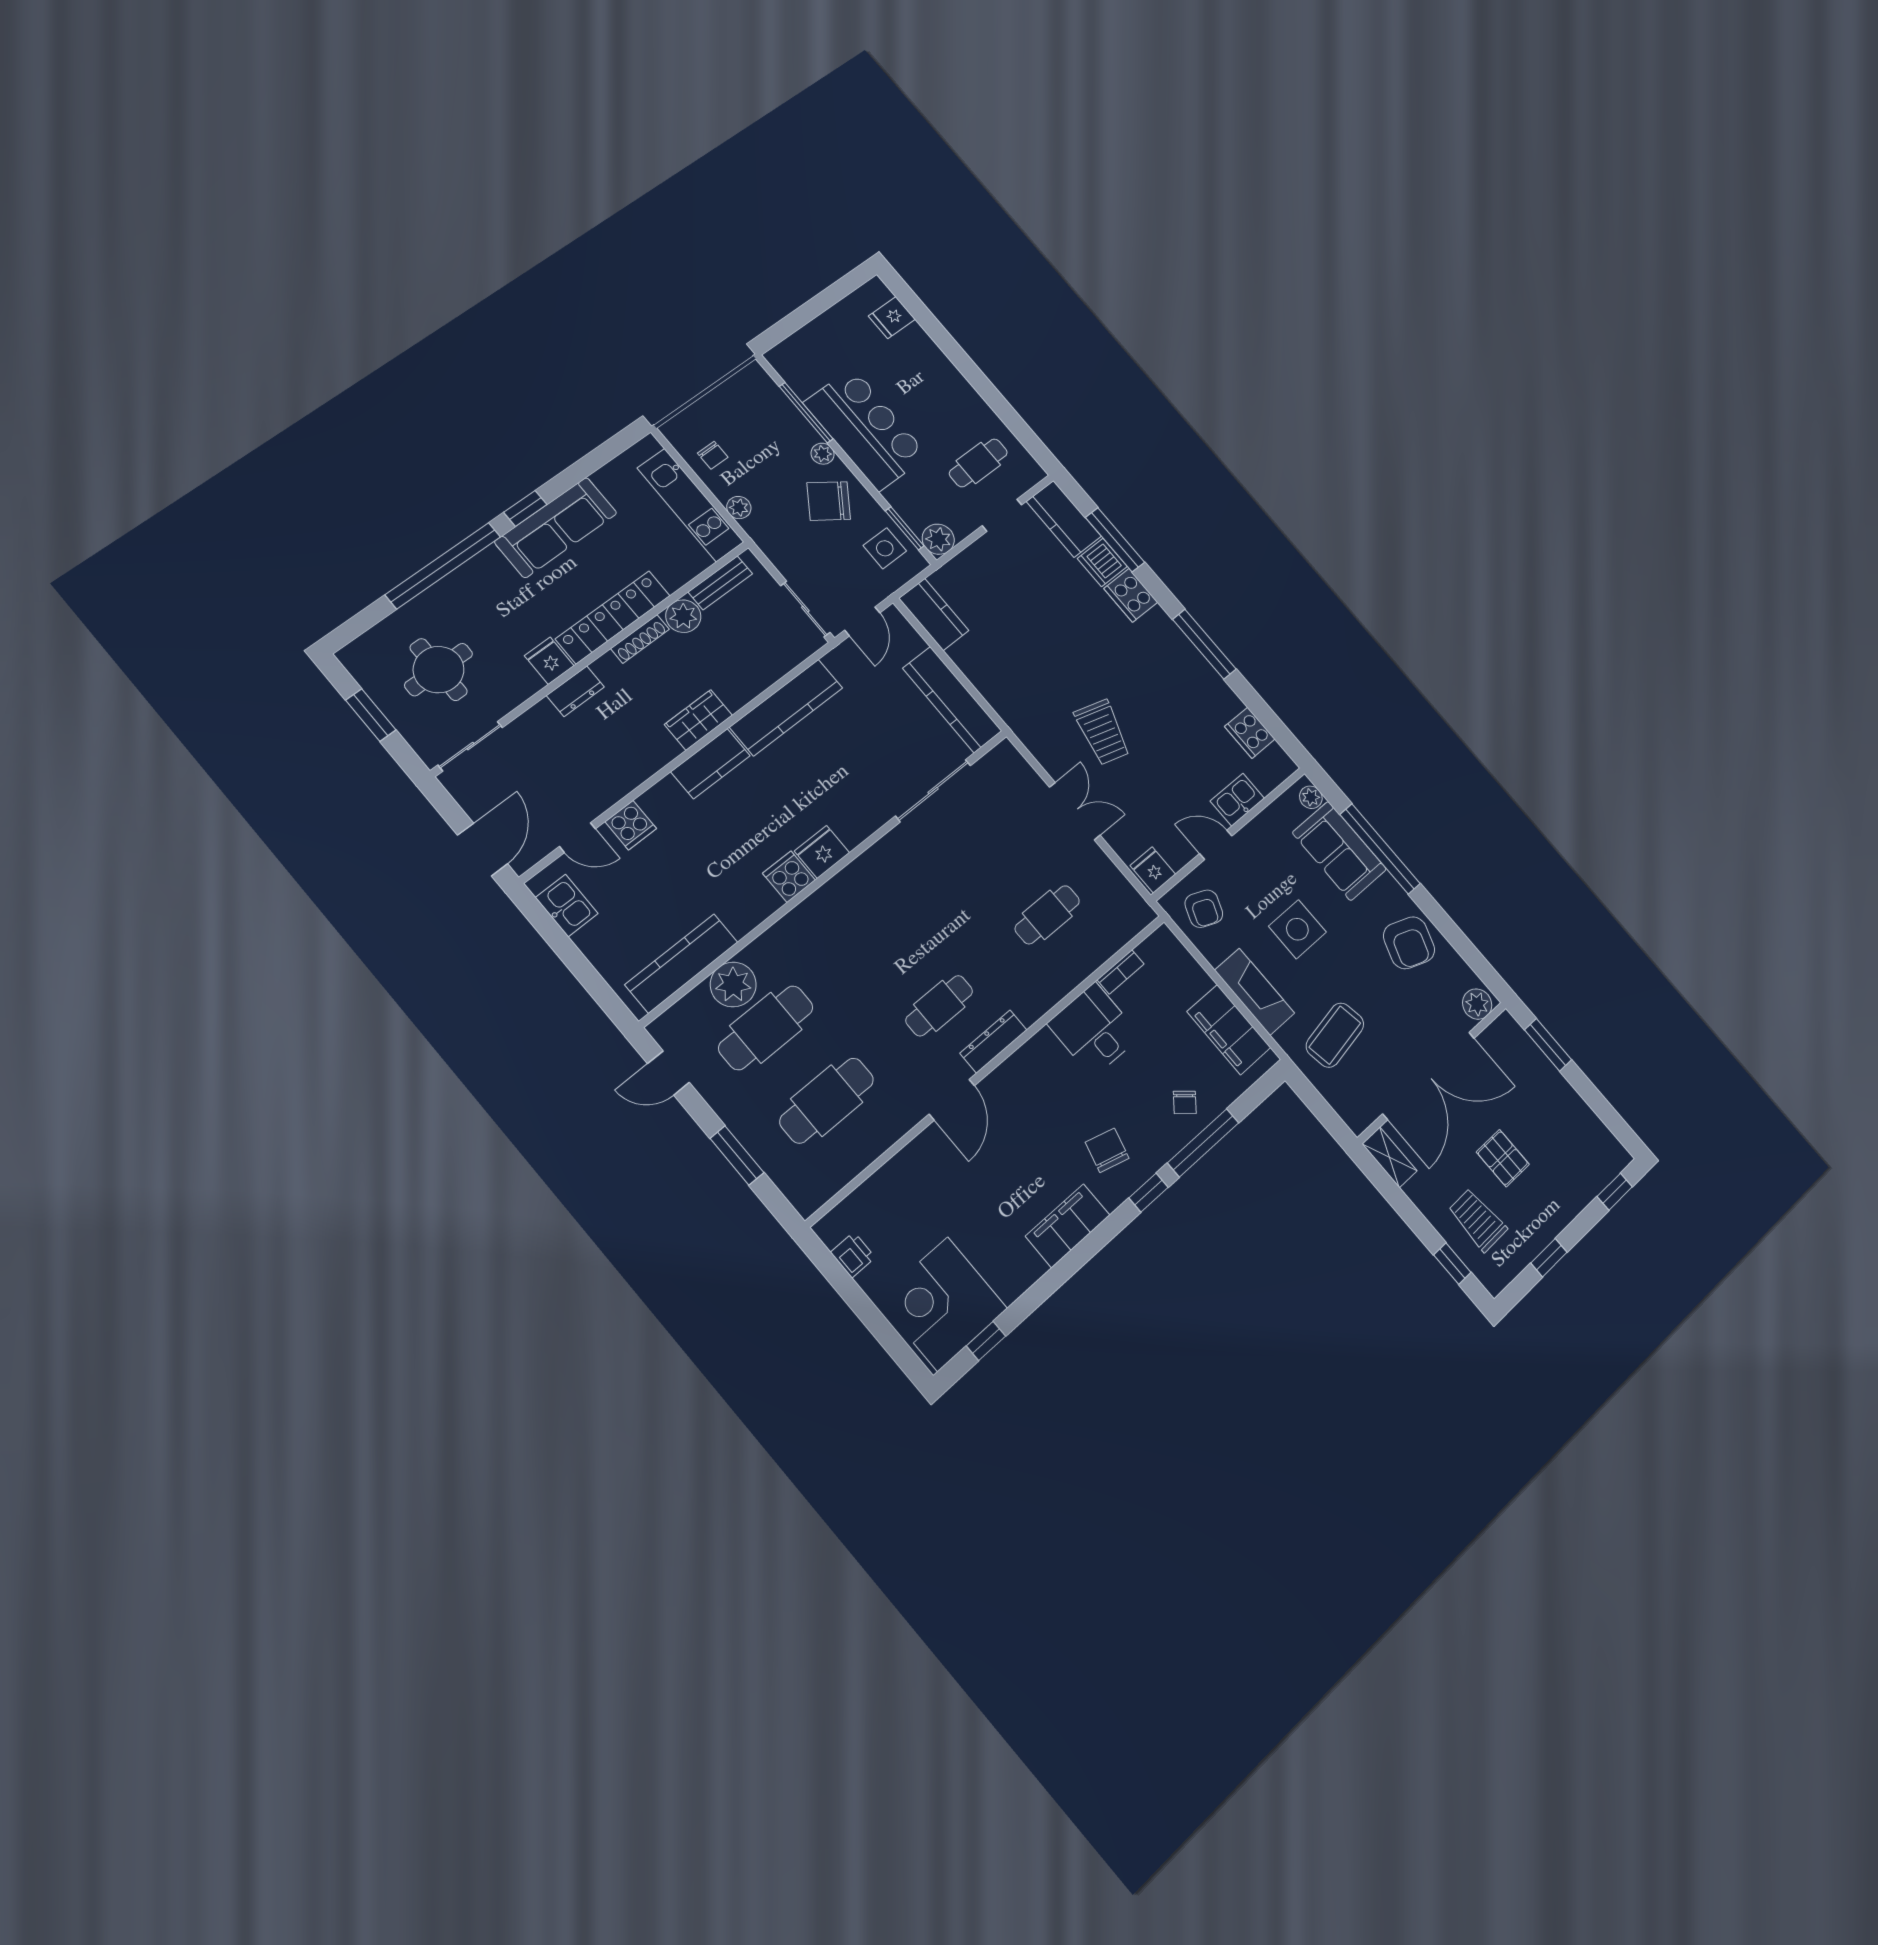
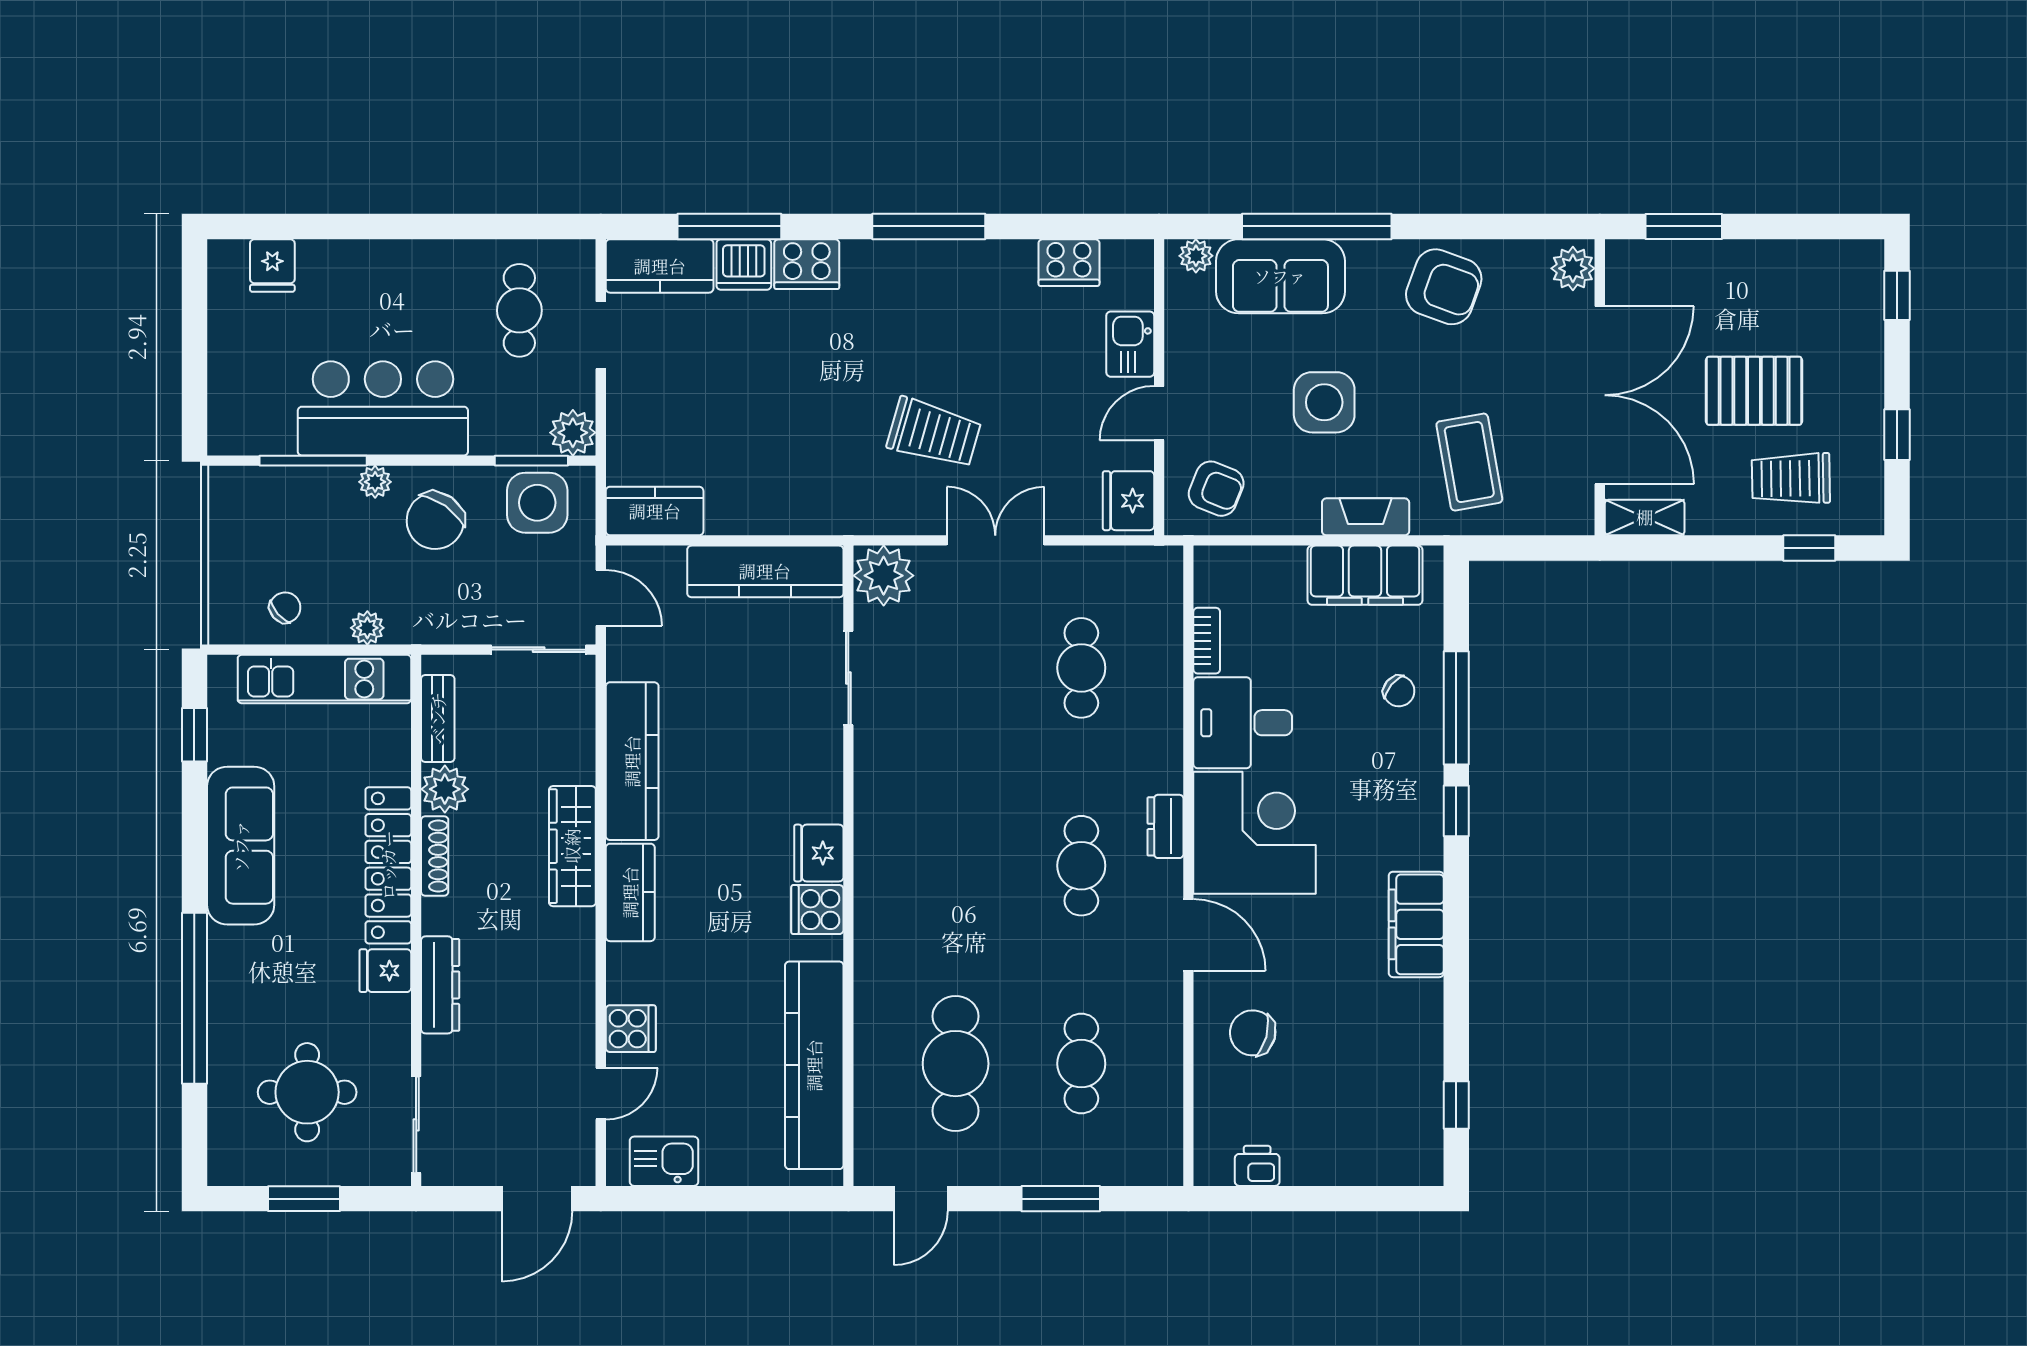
chair: (713, 455) -> (285, 608), turned -41
window: (525, 508) -> (194, 735), moved
side table: (885, 548) -> (537, 503), width x1.37, depth x1.37
dresser: (575, 691) -> (440, 985), width x1.44
wardrobe: (698, 720) -> (572, 846), width x1.50
sliding door: (933, 791) -> (848, 678), width x0.73
door: (483, 849) -> (537, 1199), swing flipped
fridge: (1153, 870) -> (1128, 501), width x1.38
kitchen counter: (681, 963) -> (814, 1065), width x1.39, depth x1.17
plant: (733, 985) -> (884, 576), moved
fireplace: (1254, 992) -> (1366, 517), width x0.73, depth x0.76
dresser: (993, 1041) -> (1165, 826), width x0.70
cafe table: (827, 1101) -> (1081, 1064), width x0.73, depth x0.74
chair: (1107, 1150) -> (1253, 1033), moved
pallet: (1503, 1158) -> (1754, 391), width x1.50, depth x1.42
corner desk: (943, 1304) -> (1254, 833), moved, turned 180

